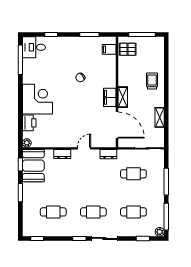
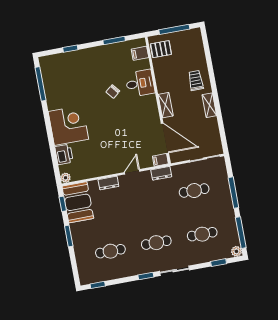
desk: (34, 47) -> (140, 83), moved, turned 180
filing cabinet: (110, 97) -> (160, 160), moved, width x0.50
shelving: (160, 117) -> (209, 105), moved

